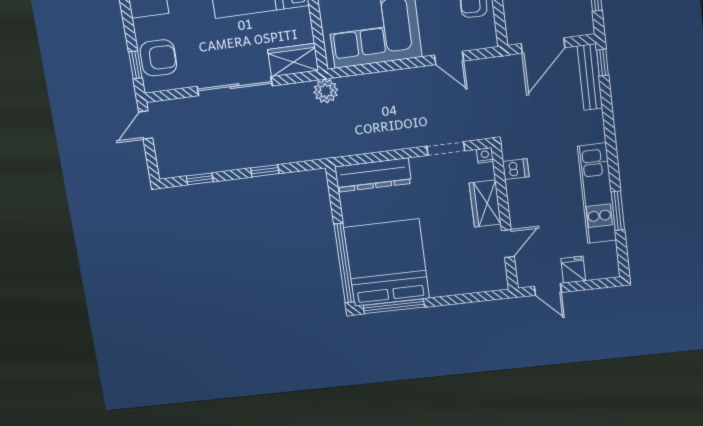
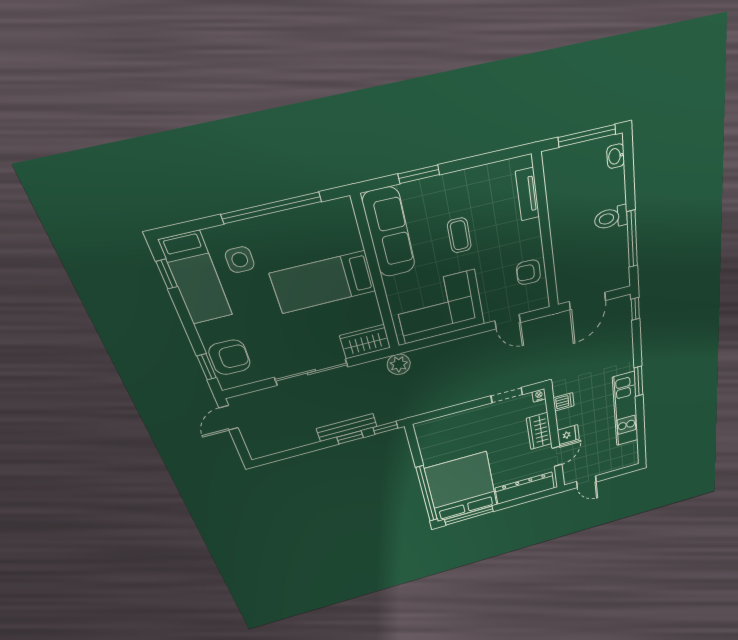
bench: (590, 77) -> (347, 428), moved, turned 90
dresser: (373, 175) -> (525, 488), moved, turned 180
window: (200, 179) -> (385, 428), moved
window: (618, 211) -> (639, 381), moved
fridge: (573, 270) -> (568, 435), moved, turned 90

